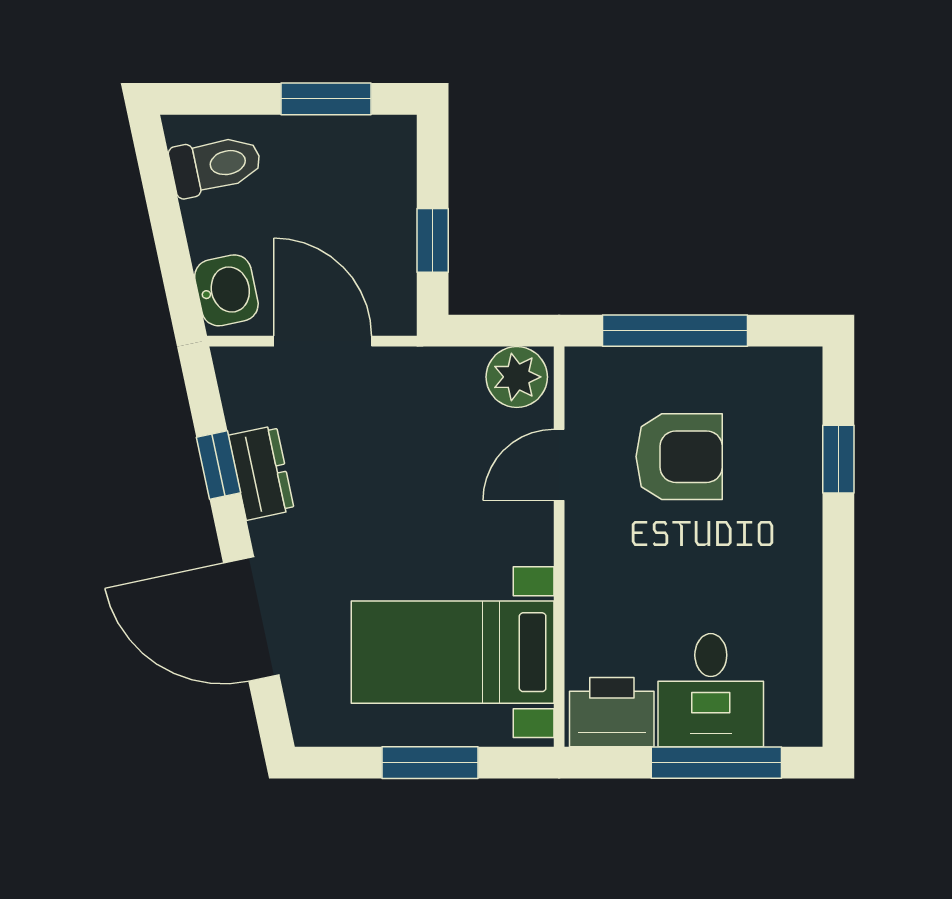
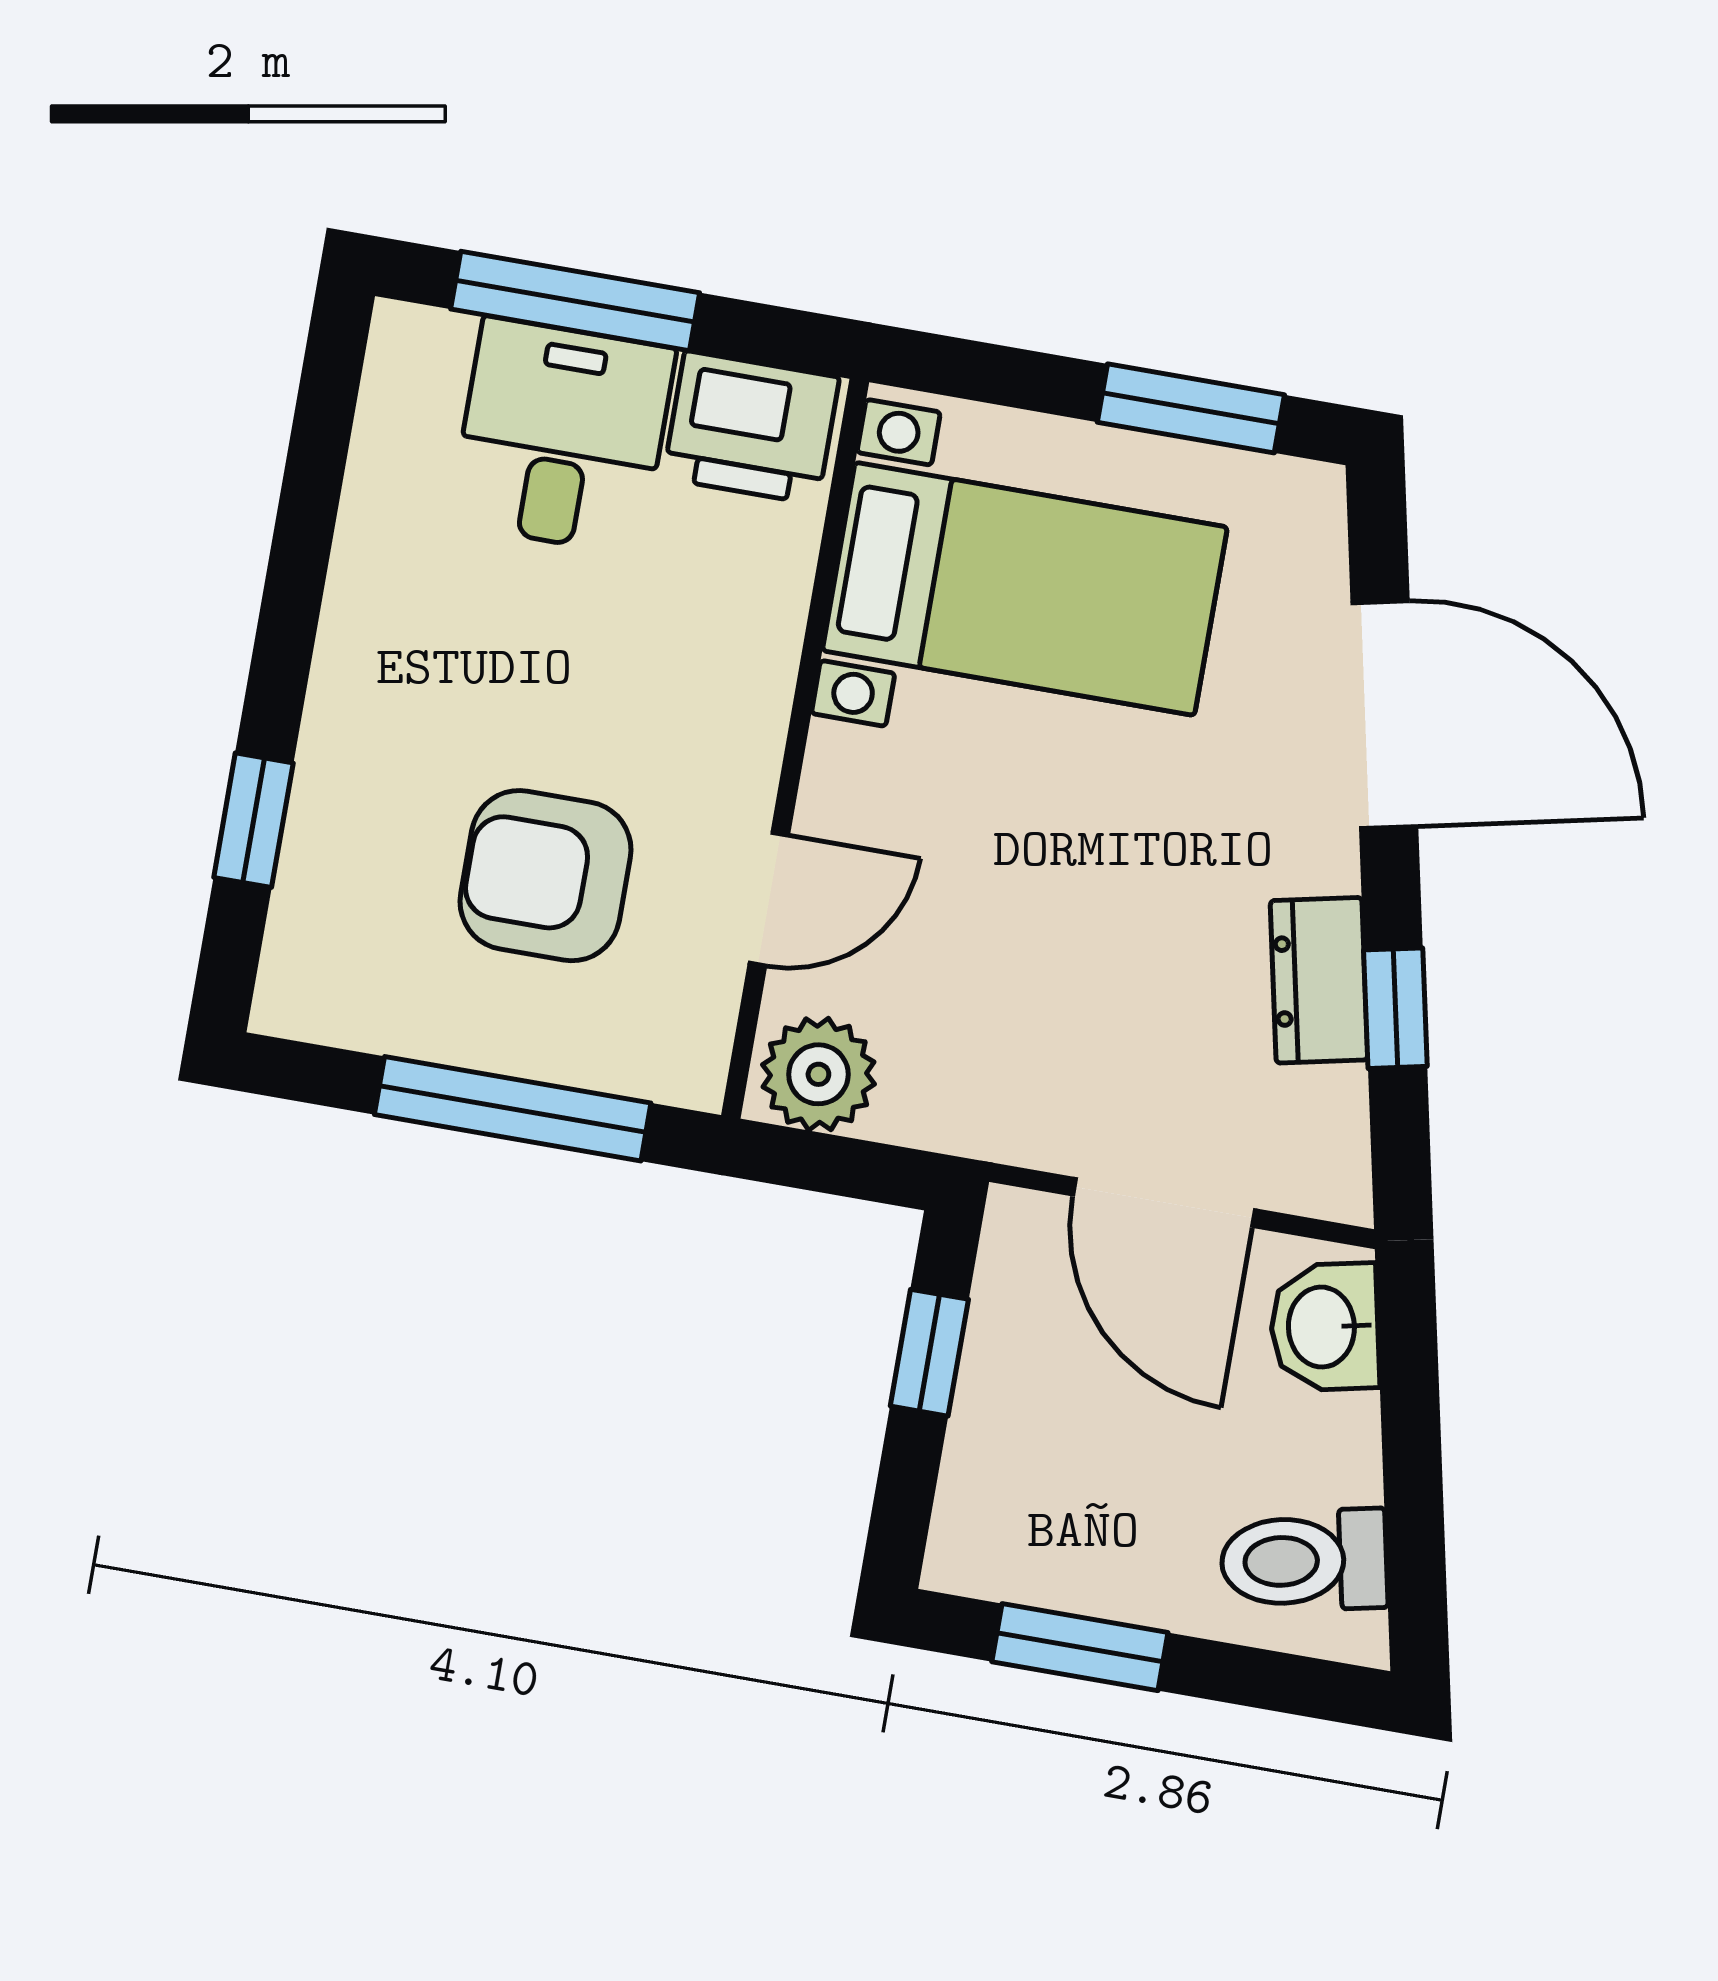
window: (430, 763) -> (1191, 408), moved

